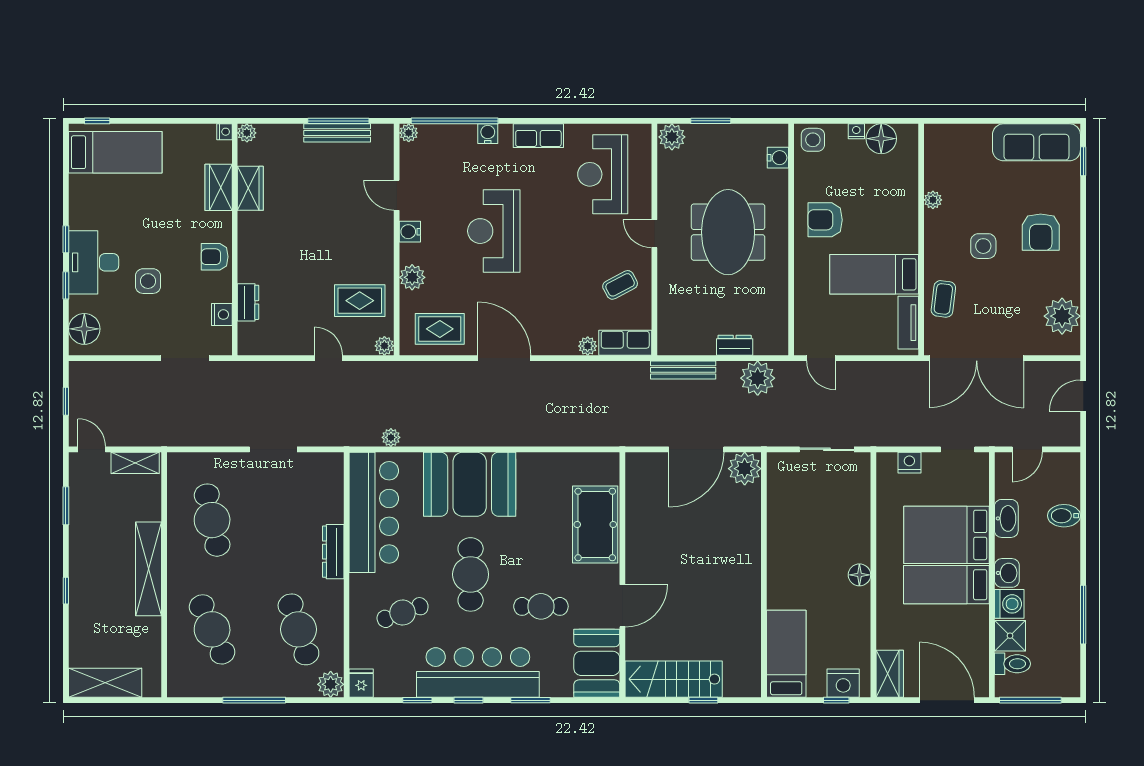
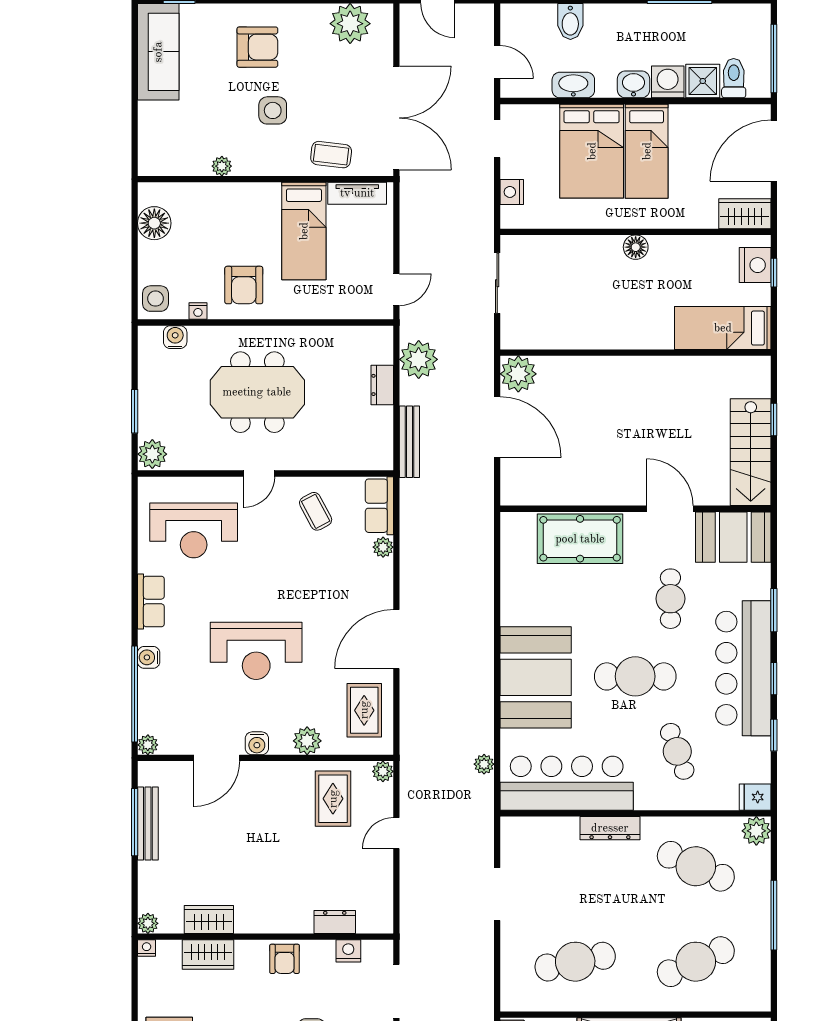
nightstand: (856, 131) -> (198, 311), moved, turned -90
door: (397, 195) -> (217, 758), width x1.38
cafe table: (298, 629) -> (696, 866), turned 42

